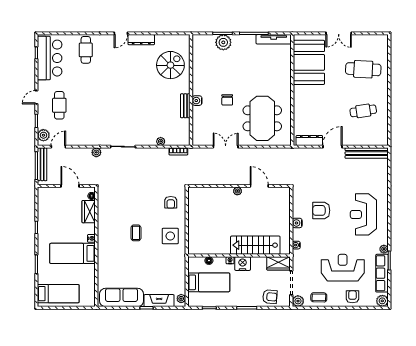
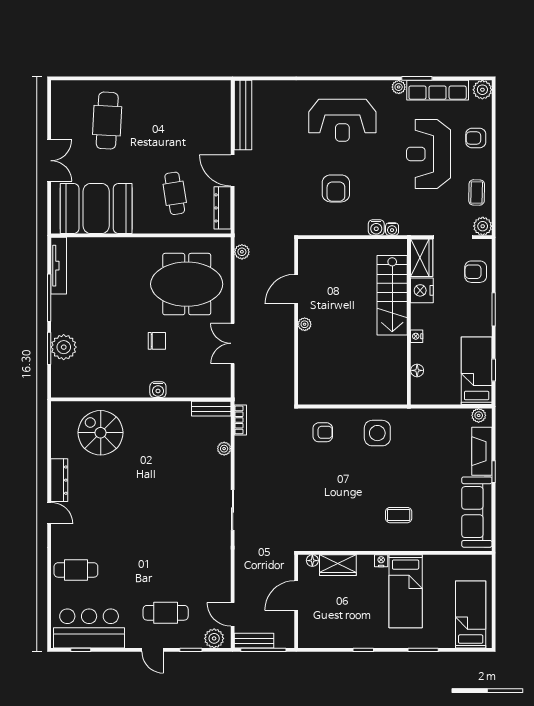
bench: (185, 106) -> (211, 409), moved
cafe table: (363, 111) -> (175, 193), moved
plant: (96, 152) -> (242, 252), moved
bench: (42, 164) -> (254, 641), width x0.73
water cooler: (297, 223) -> (376, 227), moved
coffee table: (136, 233) -> (399, 515), moved
nightstand: (243, 264) -> (422, 290), moved
bed: (209, 282) -> (477, 371), moved
armchair: (270, 297) -> (476, 272), turned -94

